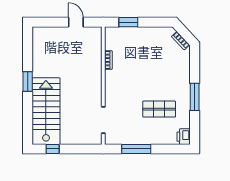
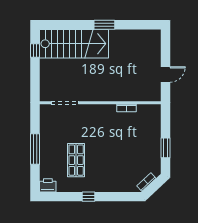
window: (128, 22) -> (165, 148), moved
window: (195, 97) -> (89, 197), width x0.46
window: (136, 149) -> (35, 149), moved

